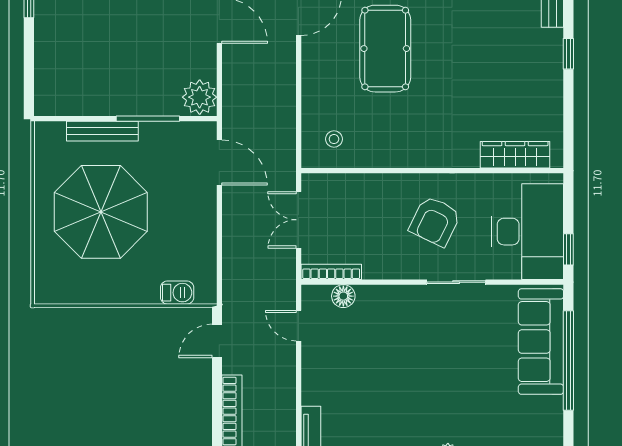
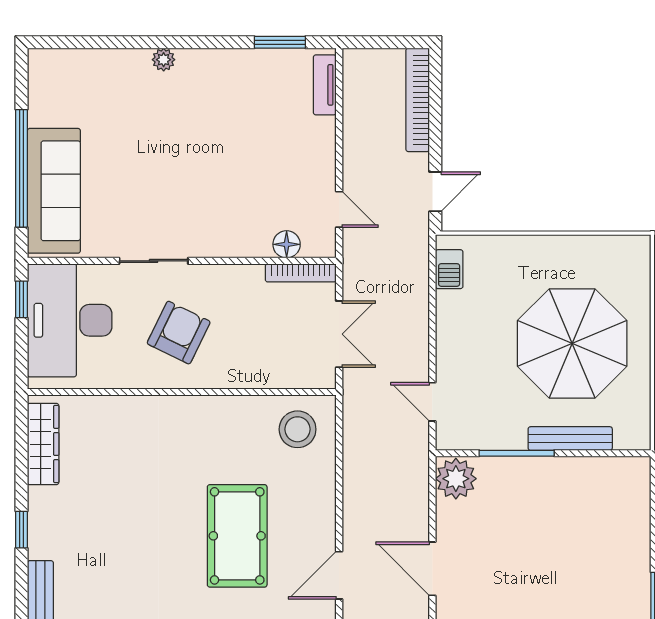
stool: (334, 139) -> (298, 429), width x1.89, depth x1.89
wardrobe: (515, 155) -> (43, 444), moved, turned -90
door: (219, 162) -> (432, 402), width x0.73
barbecue: (177, 293) -> (449, 269), moved, turned -90

